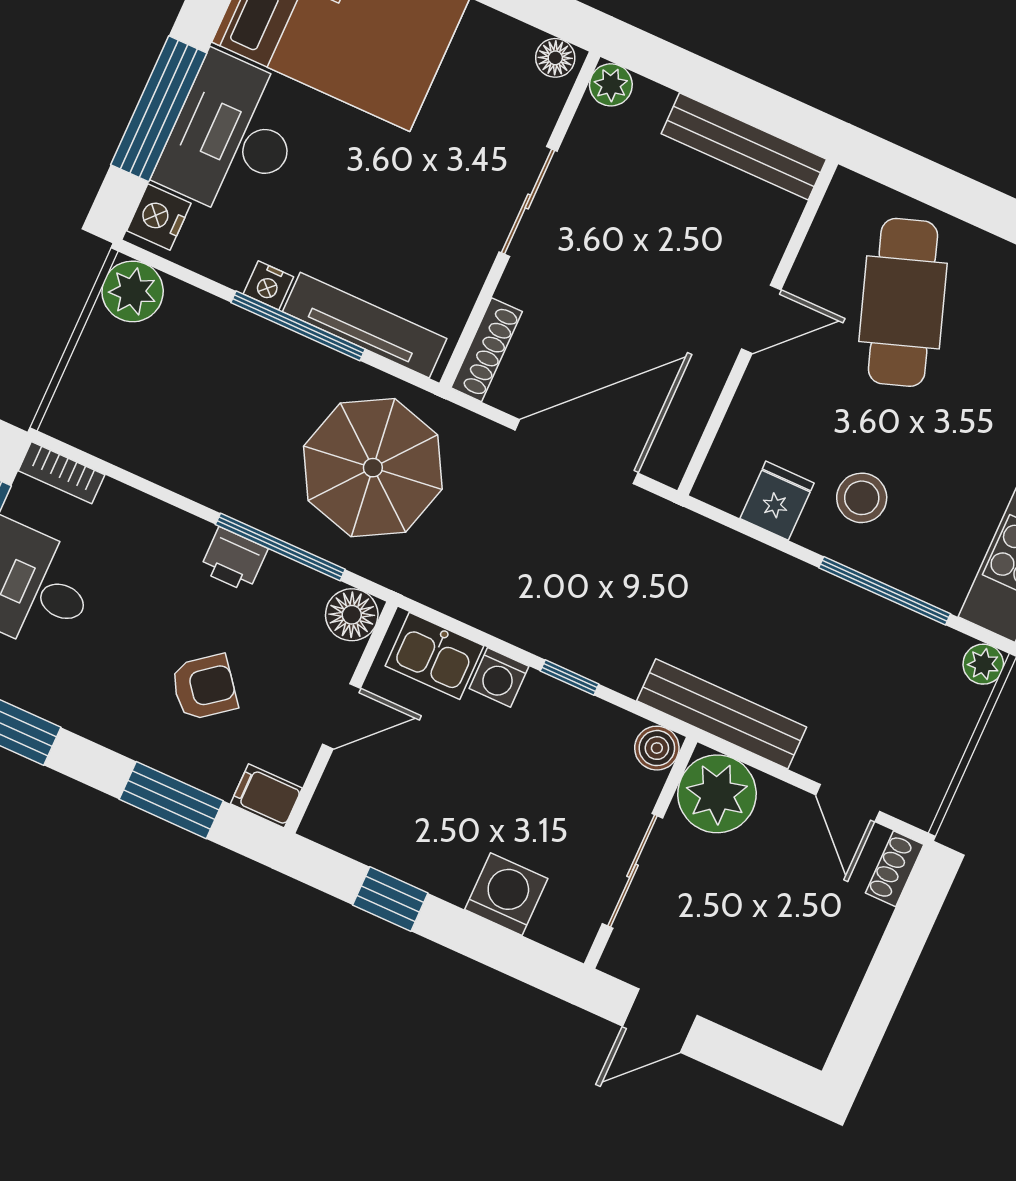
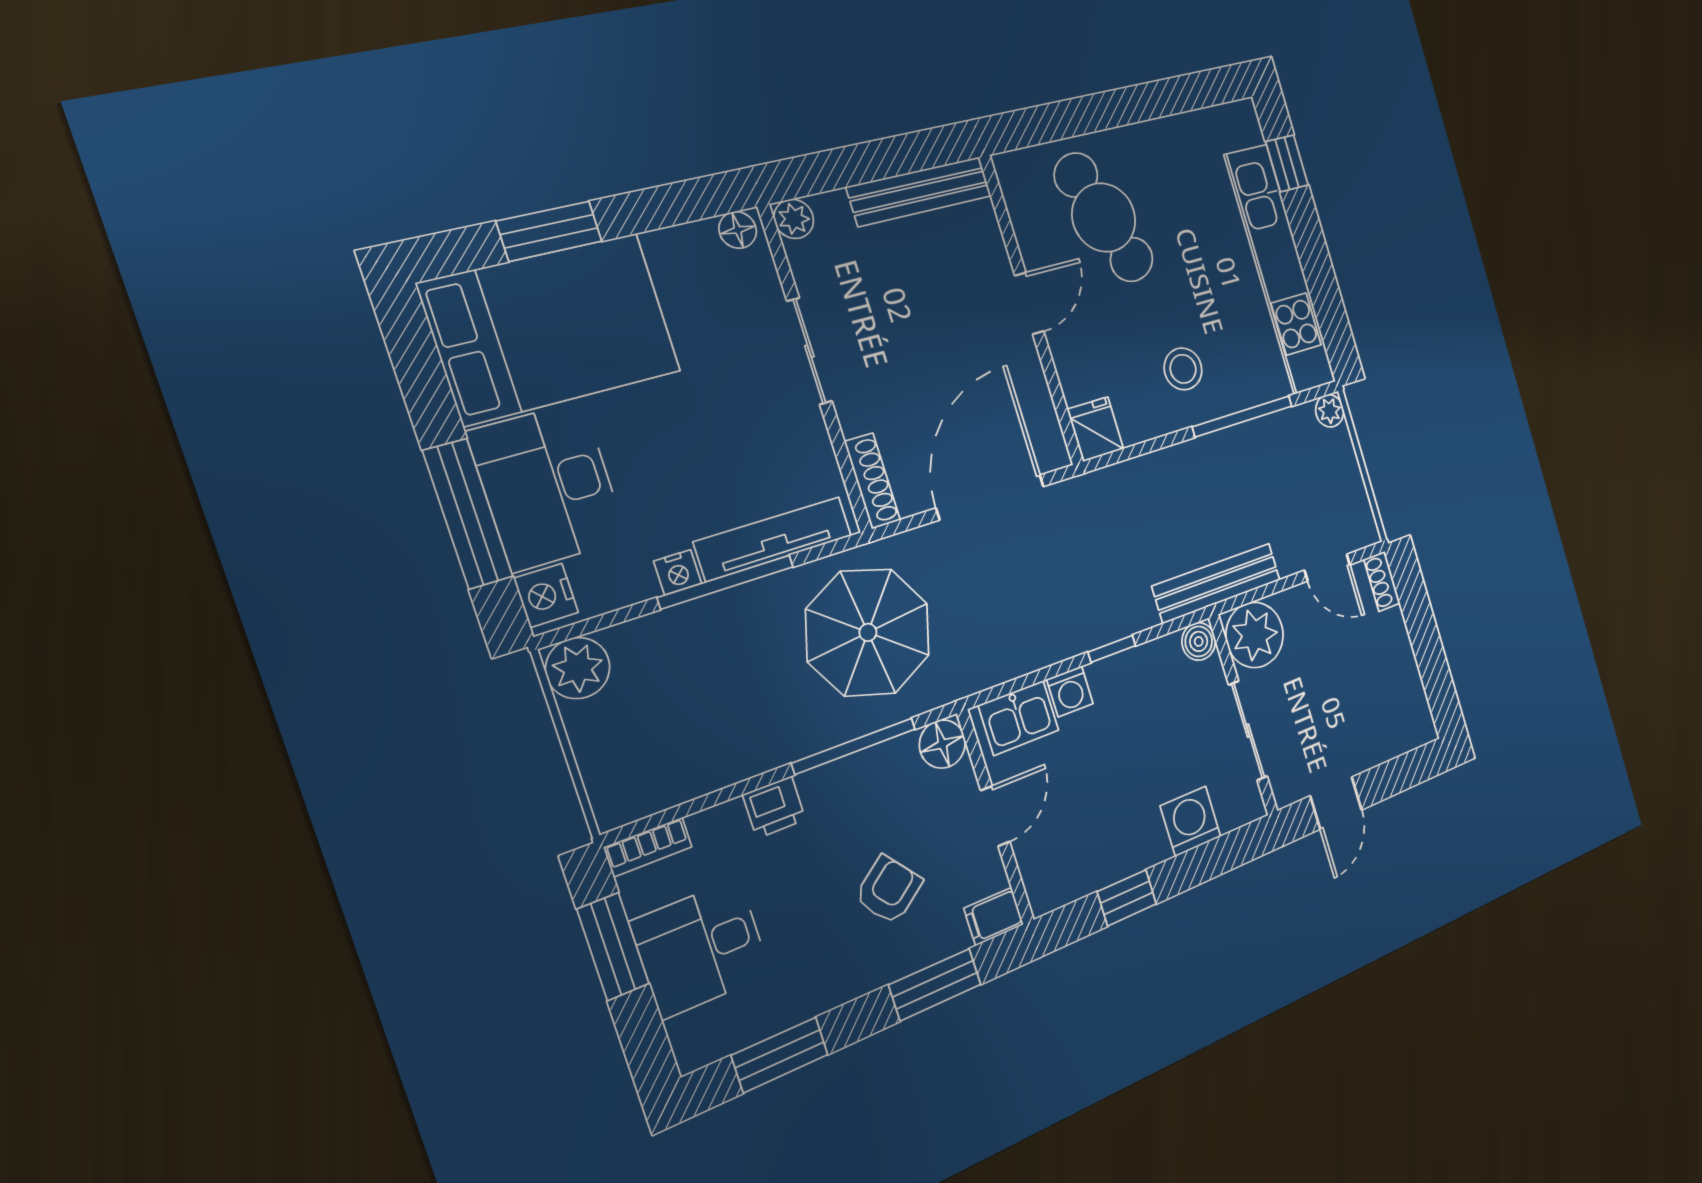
fridge: (777, 501) -> (1096, 429), moved
printer: (234, 560) -> (774, 807), moved

